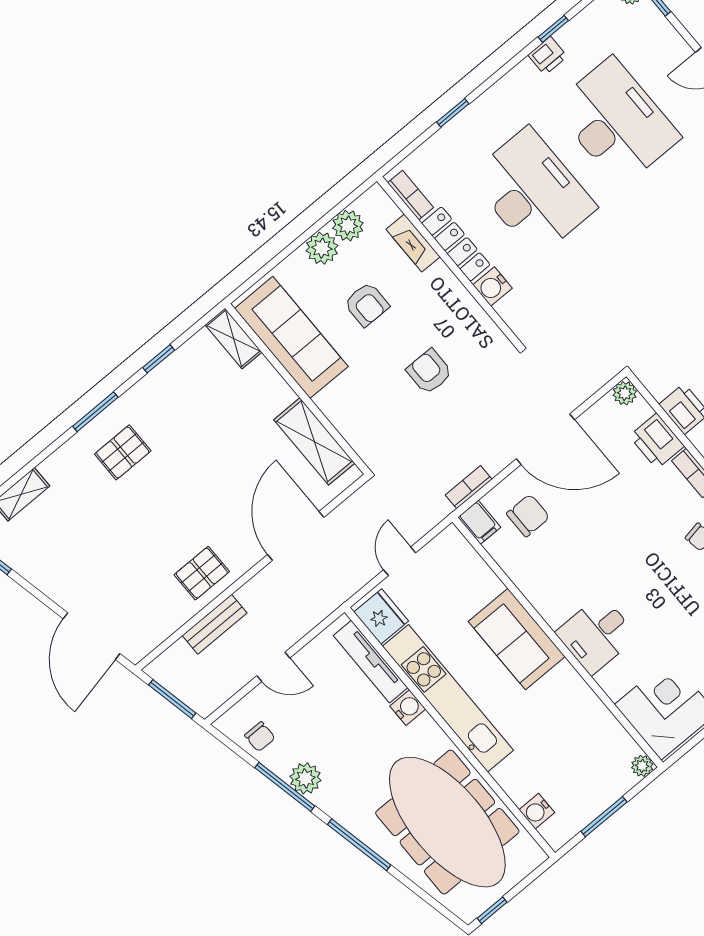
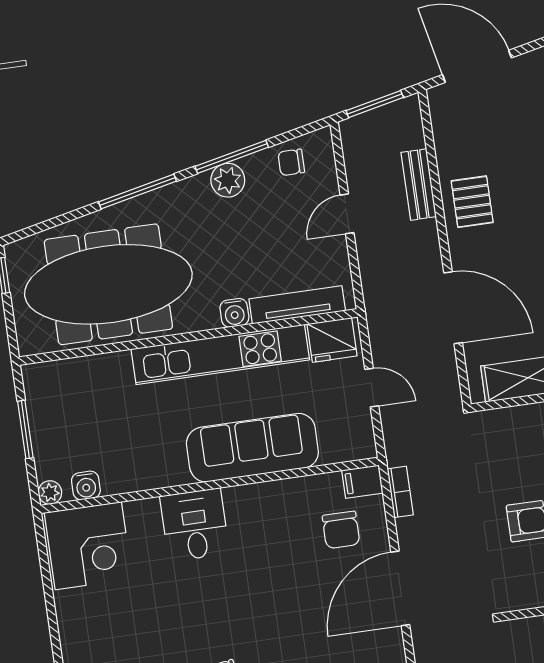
sofa: (517, 639) -> (252, 448), width x1.36
water cooler: (537, 811) -> (86, 486), moved, turned 180

